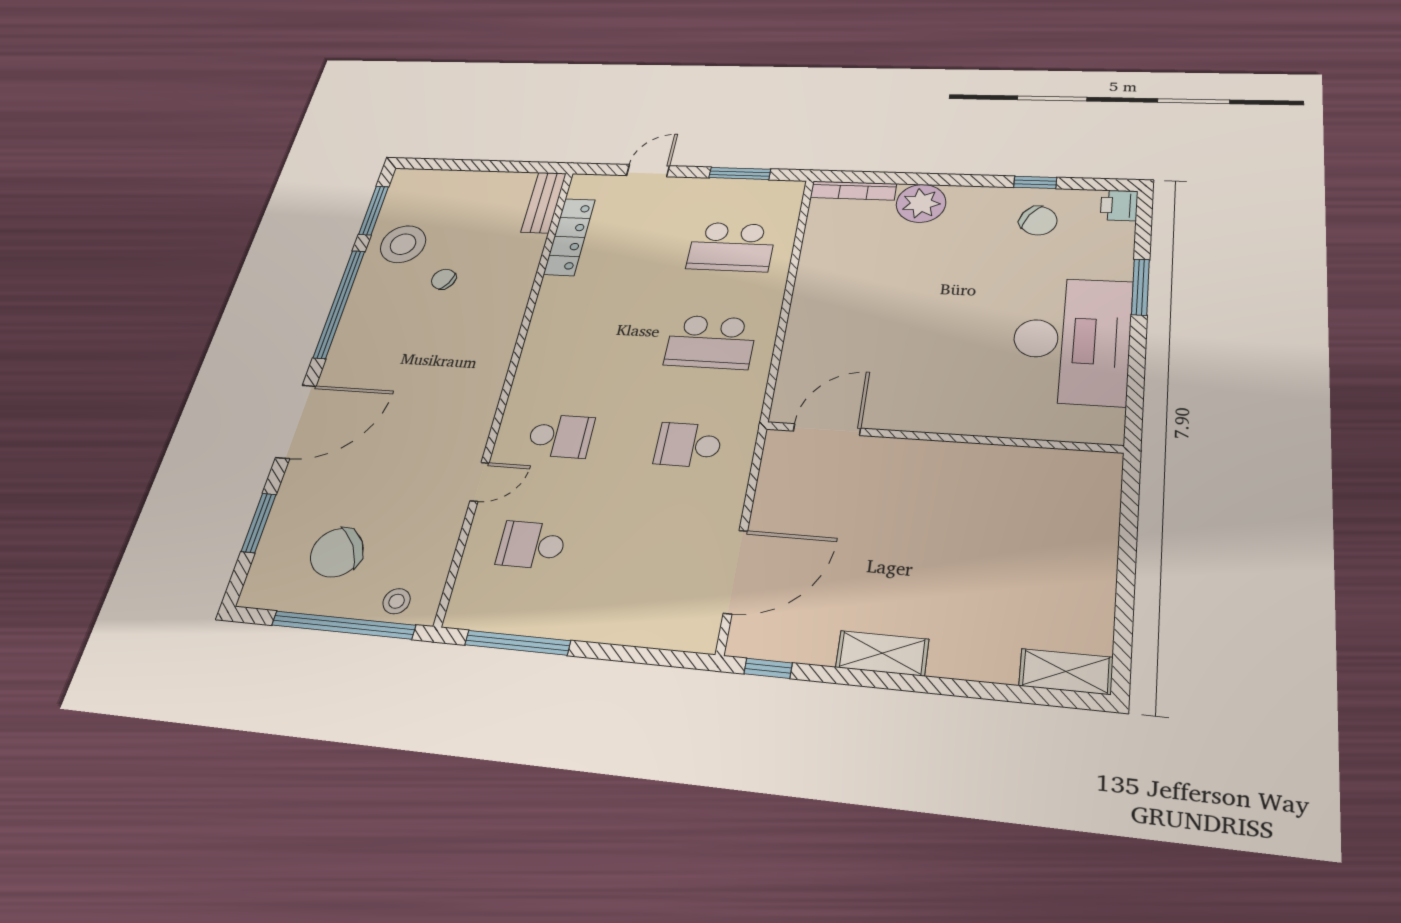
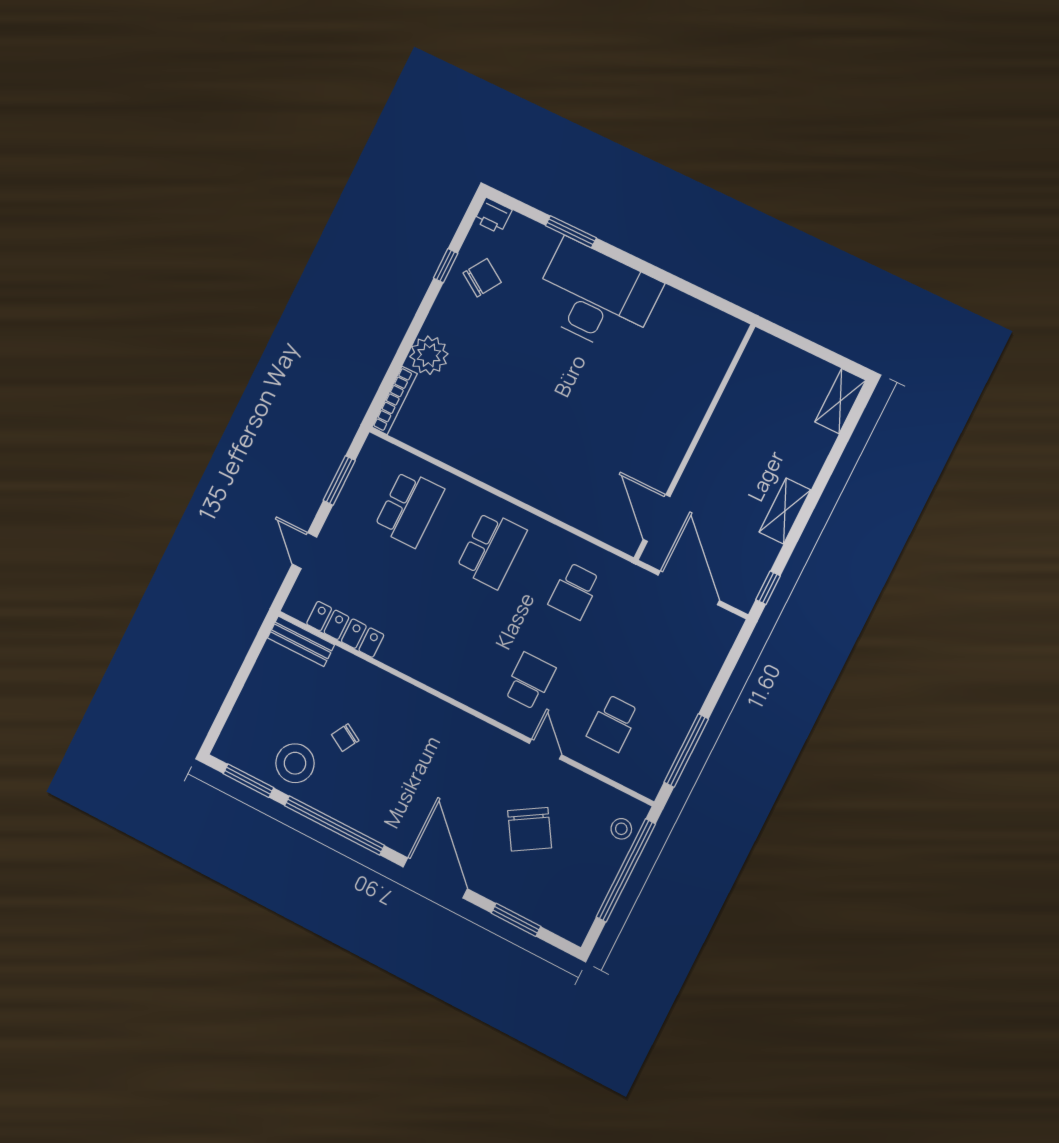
door: (827, 430) -> (657, 518), moved
wall: (941, 437) -> (694, 442), moved
chair: (337, 553) -> (530, 829), moved

